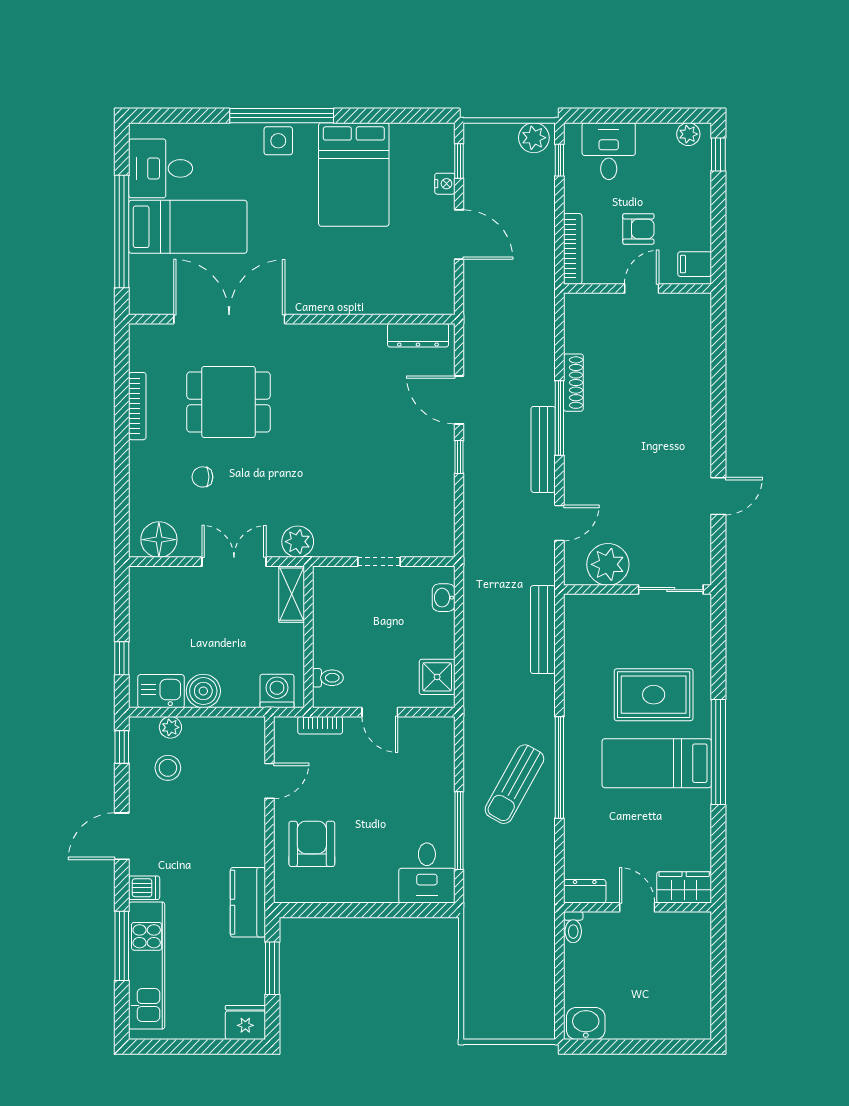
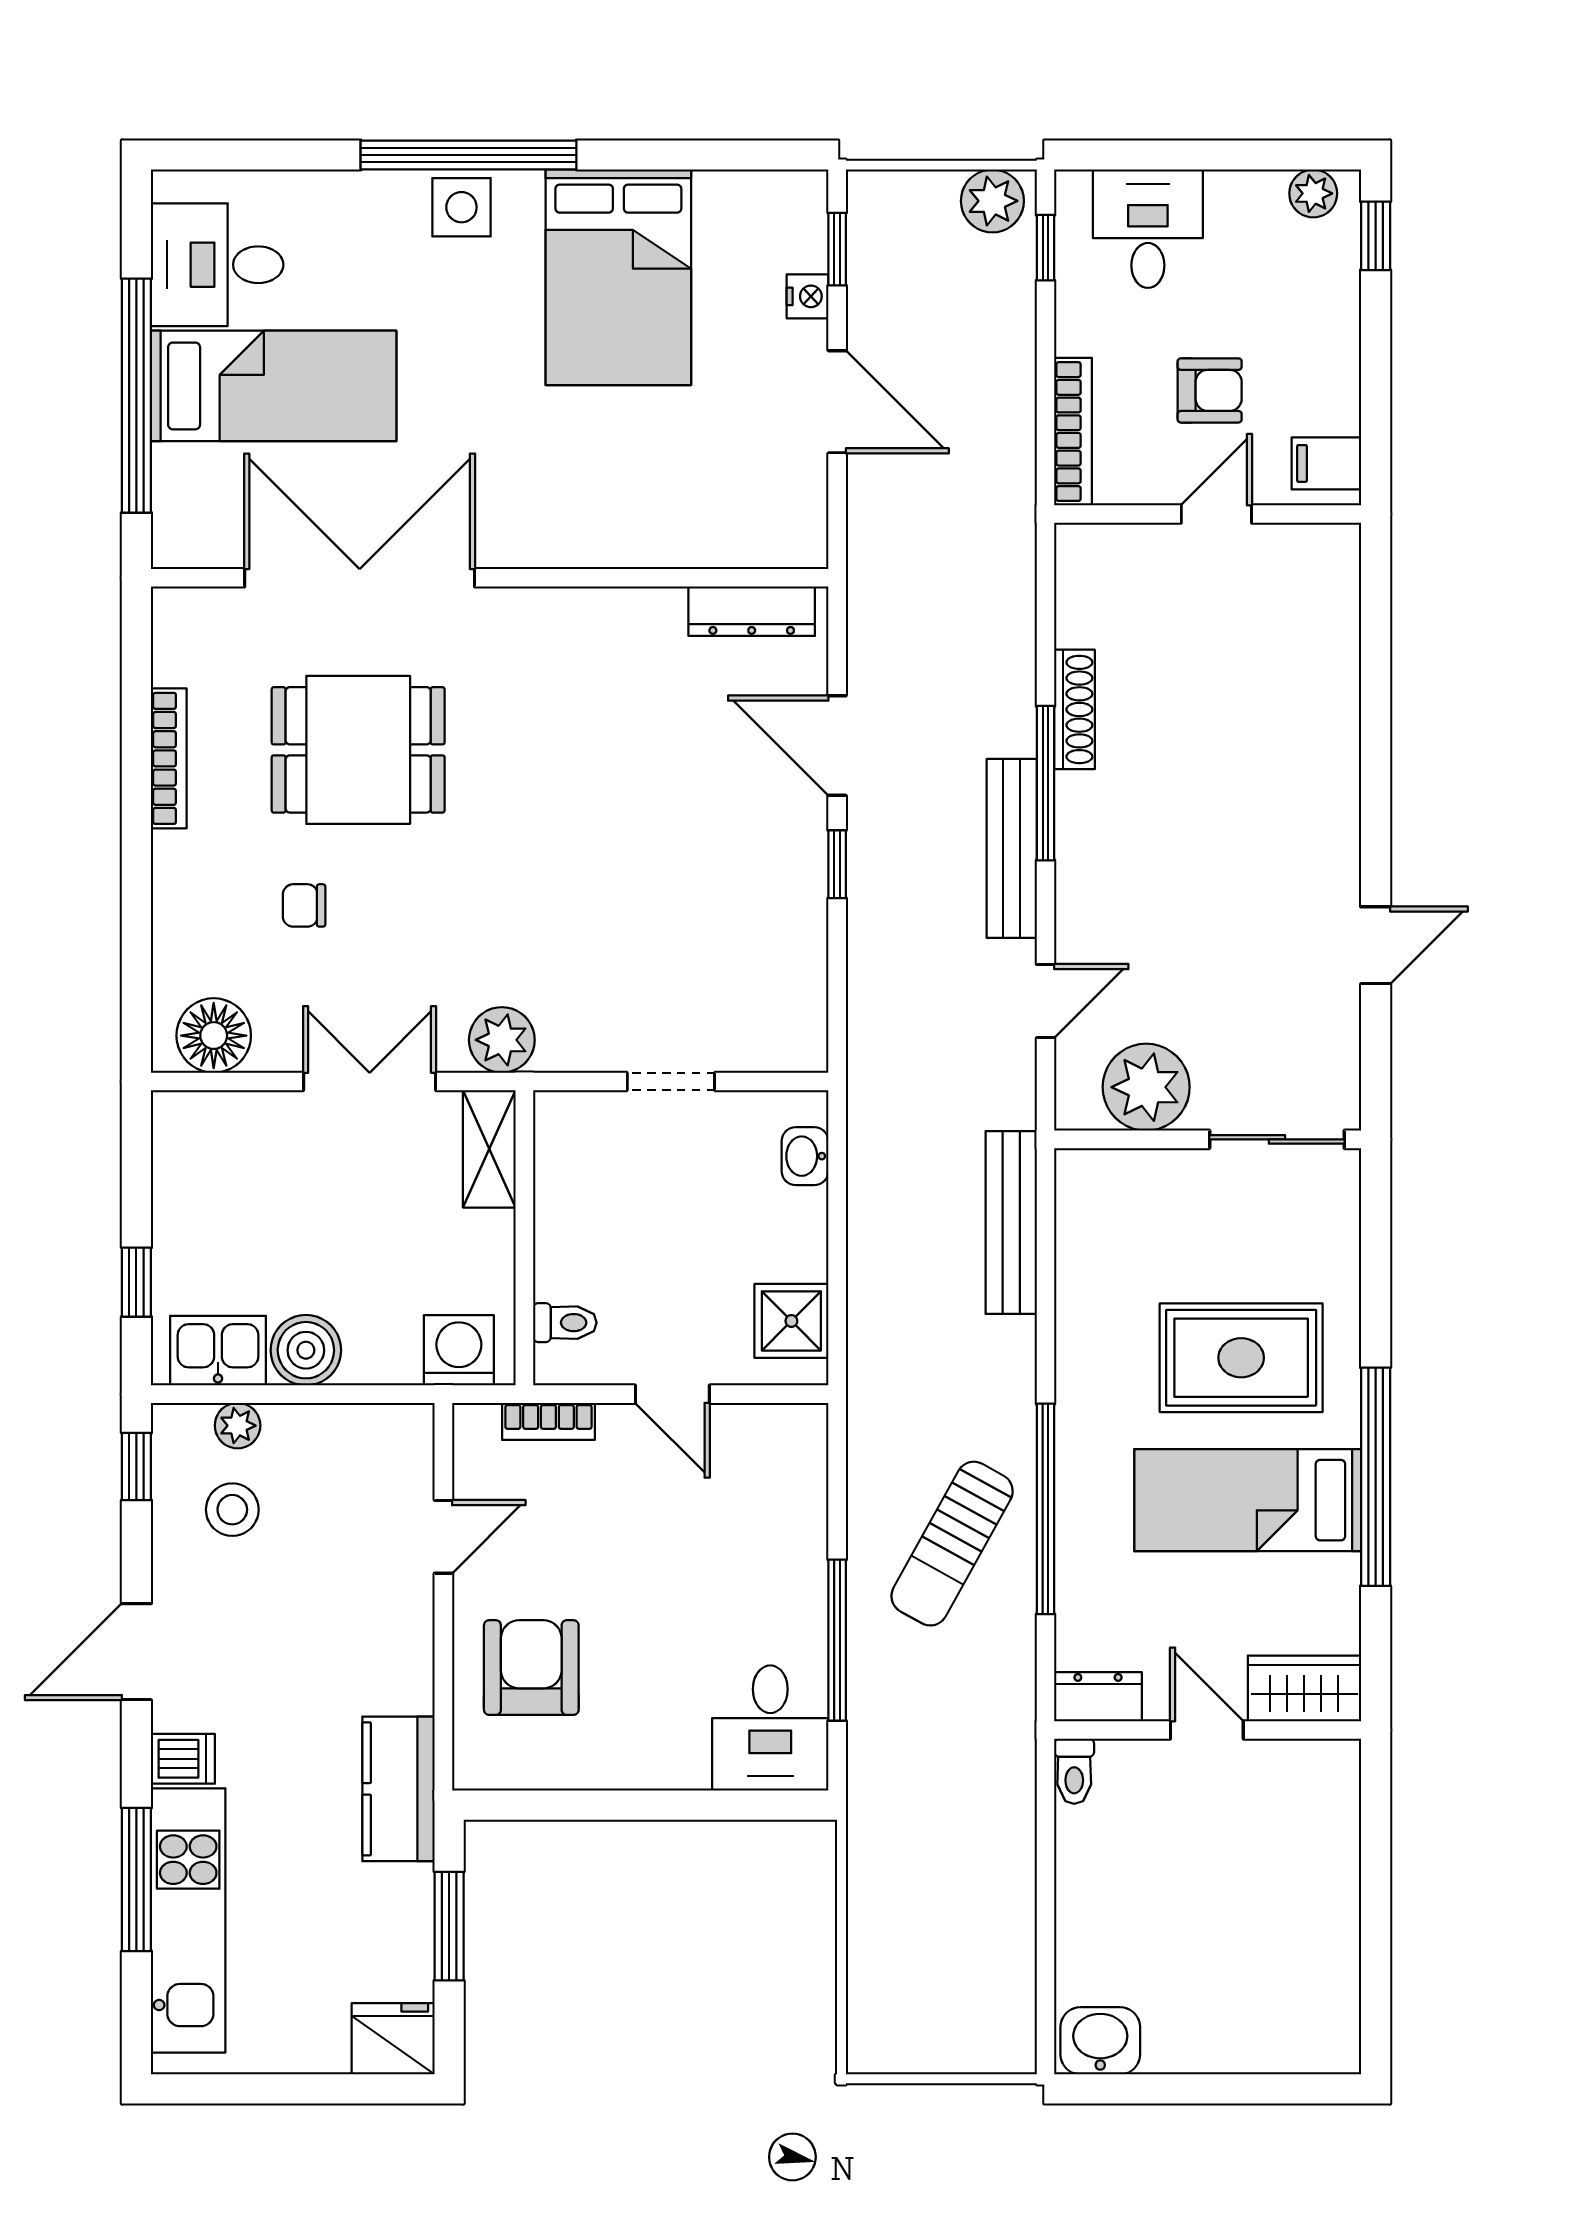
wardrobe: (684, 887) -> (1304, 1688), moved
dresser: (585, 891) -> (1098, 1697), moved
door: (637, 907) -> (1207, 1730), moved
wall: (637, 907) -> (1208, 1730), moved
toilet: (573, 927) -> (1074, 1771), moved

